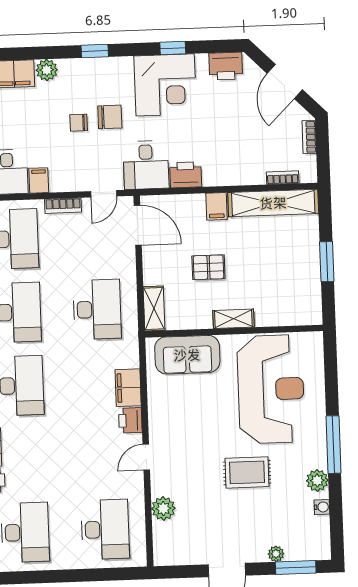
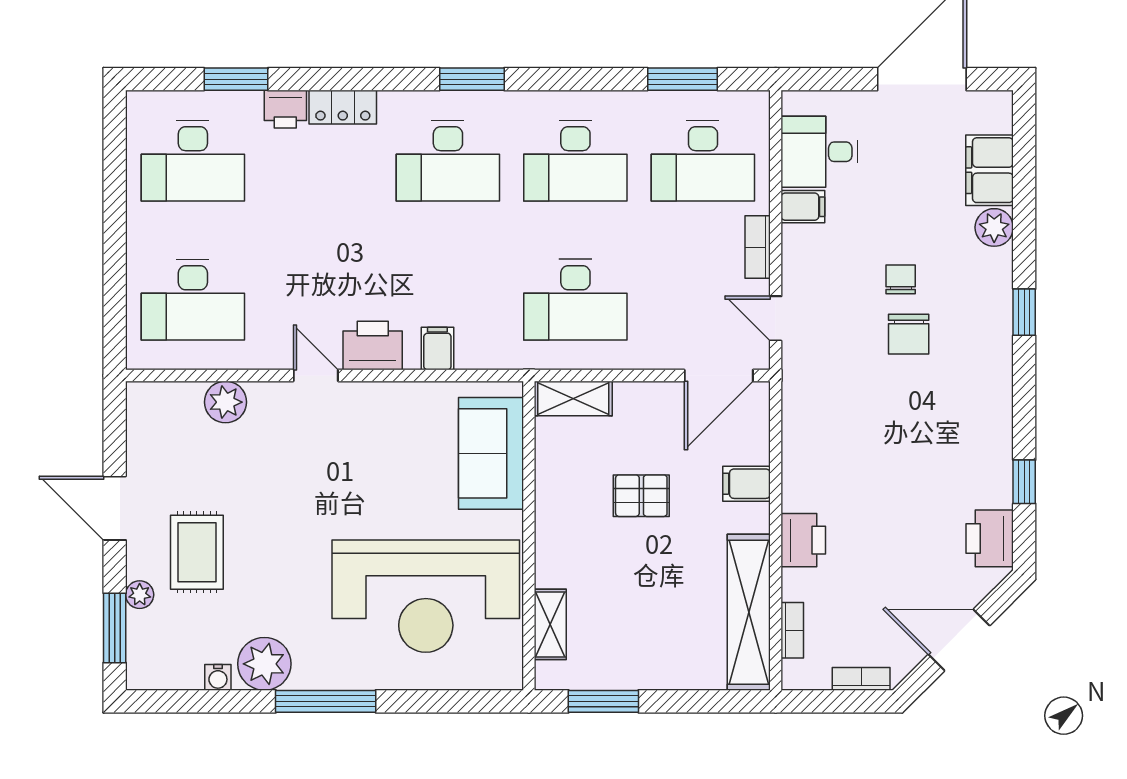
window: (173, 48) -> (1024, 482), moved
corner desk: (165, 85) -> (961, 432), removed
desk: (146, 165) -> (823, 394), removed
printer: (186, 175) -> (803, 540), moved
filing cabinet: (216, 206) -> (747, 484), moved
window: (327, 262) -> (603, 701), moved
pallet: (208, 267) -> (641, 496), turned 90
shelving: (233, 319) -> (550, 624), moved
filing cabinet: (128, 388) -> (437, 349), width x0.50
printer: (130, 420) -> (373, 346), width x1.36, depth x1.24
rug: (247, 472) -> (197, 552), moved
plant: (317, 480) -> (264, 664), width x1.36, depth x1.36

